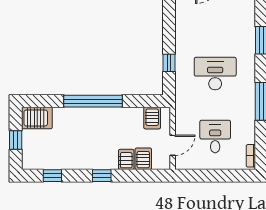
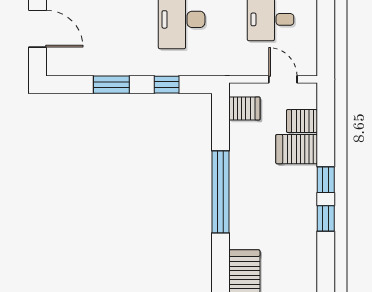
window: (169, 24) -> (111, 85), added
server rack: (126, 159) -> (297, 149), width x1.36, depth x1.44
window: (52, 176) -> (326, 218), moved

